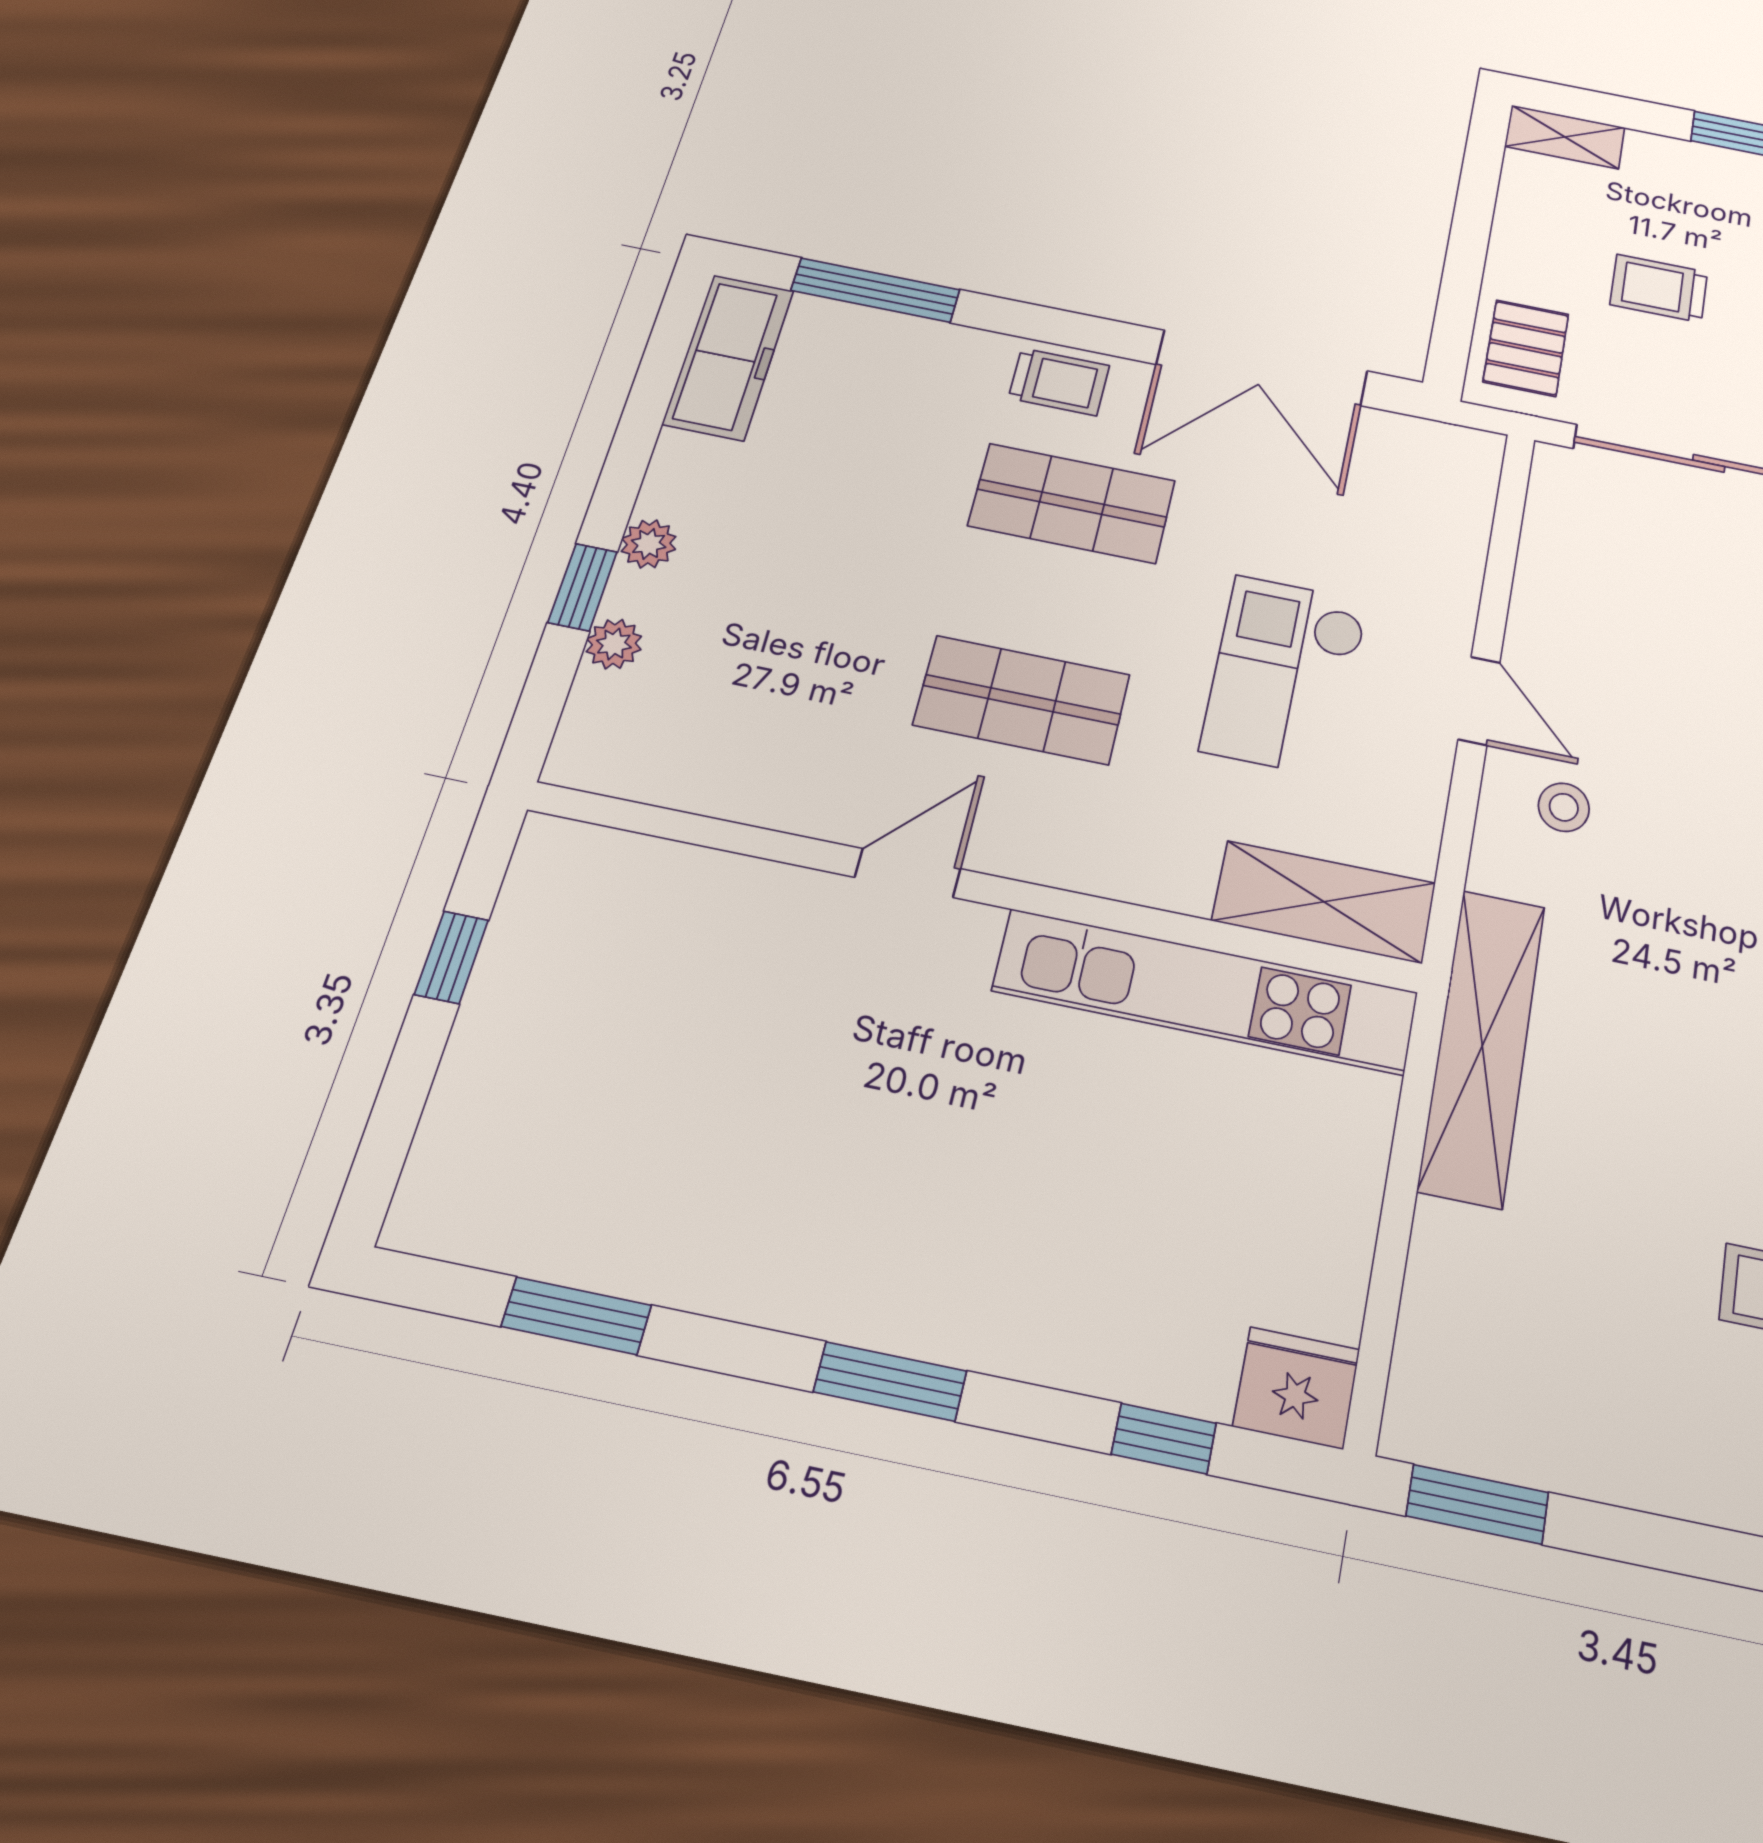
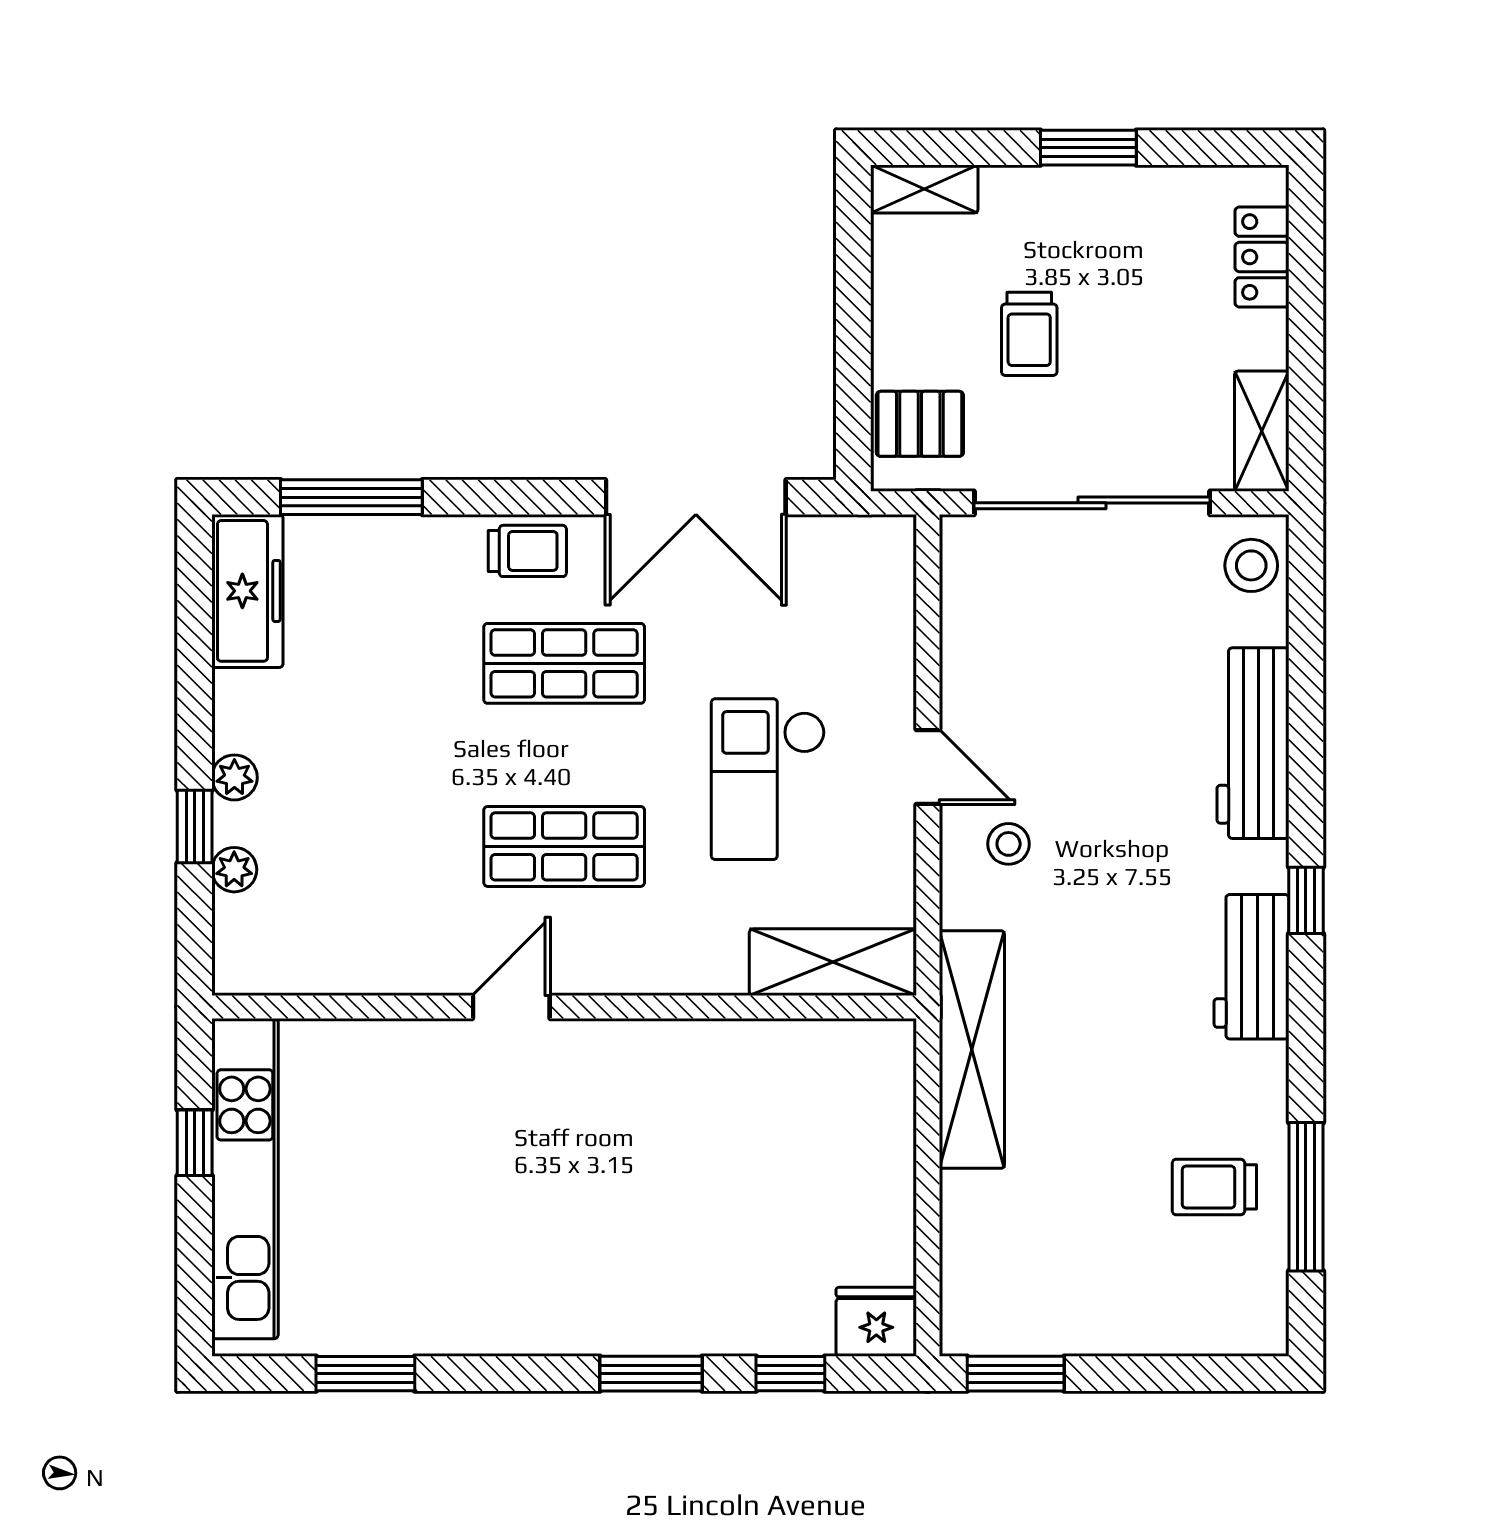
trolley: (1659, 288) -> (1029, 334), turned -90
pallet: (1526, 348) -> (920, 424), turned 90
kitchen unit: (1206, 992) -> (245, 1179), moved, turned -90
window: (890, 1381) -> (651, 1374), moved

